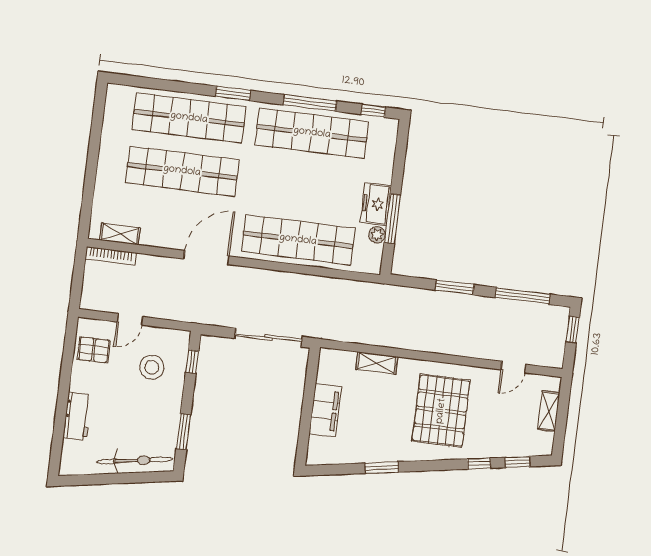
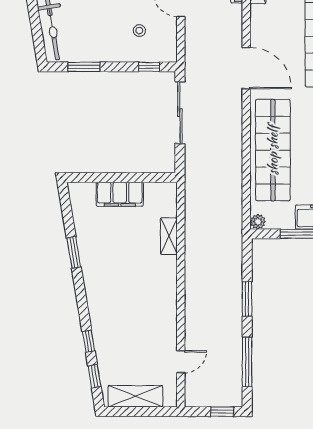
plant: (377, 235) -> (258, 222), moved
sliding door: (268, 338) -> (180, 113), moved
stool: (152, 367) -> (139, 31), width x0.53, depth x0.53
door: (513, 367) -> (181, 362), swing flipped
pallet: (441, 411) -> (133, 300), removed
shelving: (549, 411) -> (135, 396), width x1.50, depth x1.33

